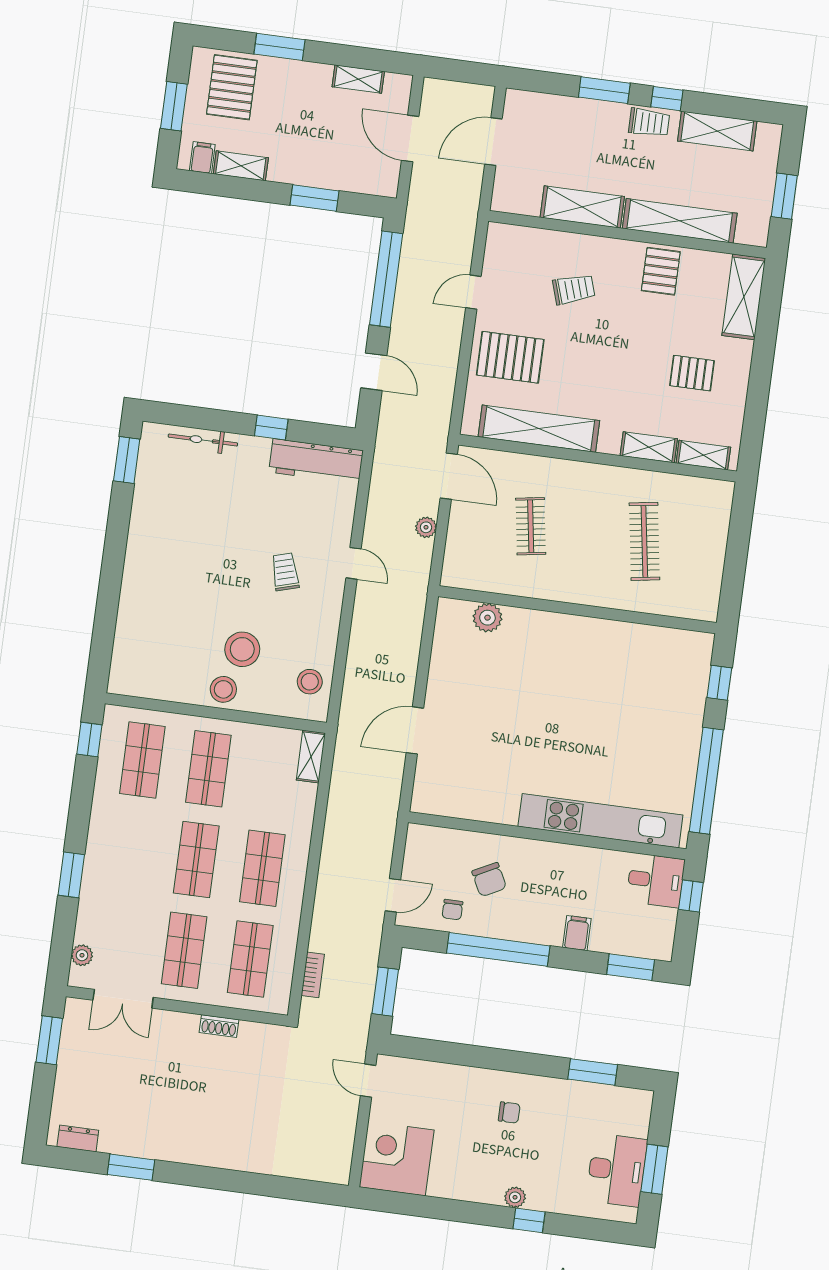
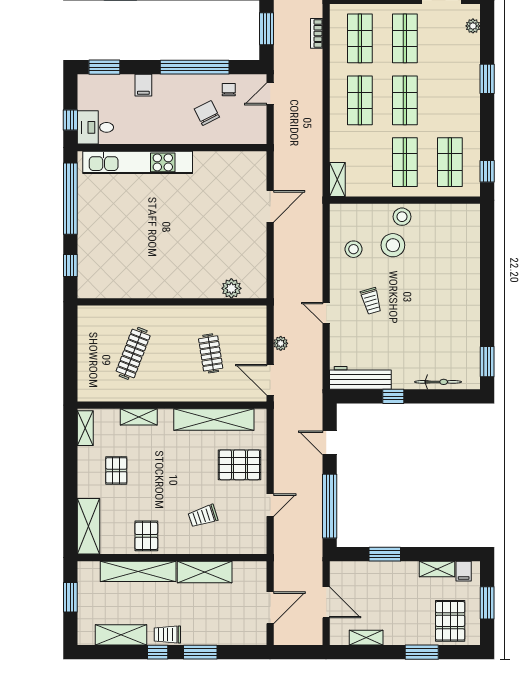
pallet: (692, 373) -> (116, 470), turned 90
shelving: (703, 455) -> (85, 428), moved, turned 90
clothes rail: (644, 541) -> (133, 353), turned 30
stool: (310, 682) -> (354, 249), moved

